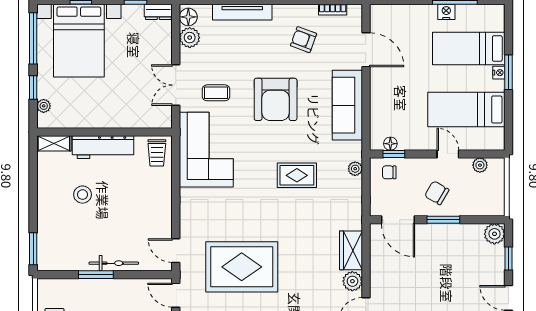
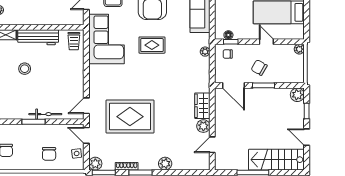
plant: (480, 165) -> (299, 49), moved
rug: (297, 175) -> (152, 45), moved
door: (176, 251) -> (86, 106), hinge flipped

